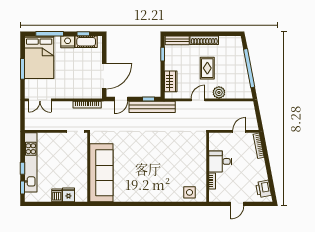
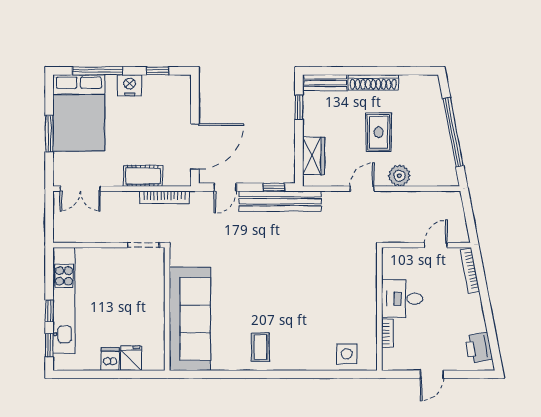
cot: (86, 42) -> (143, 176), moved
coffee table: (141, 189) -> (260, 347), added

